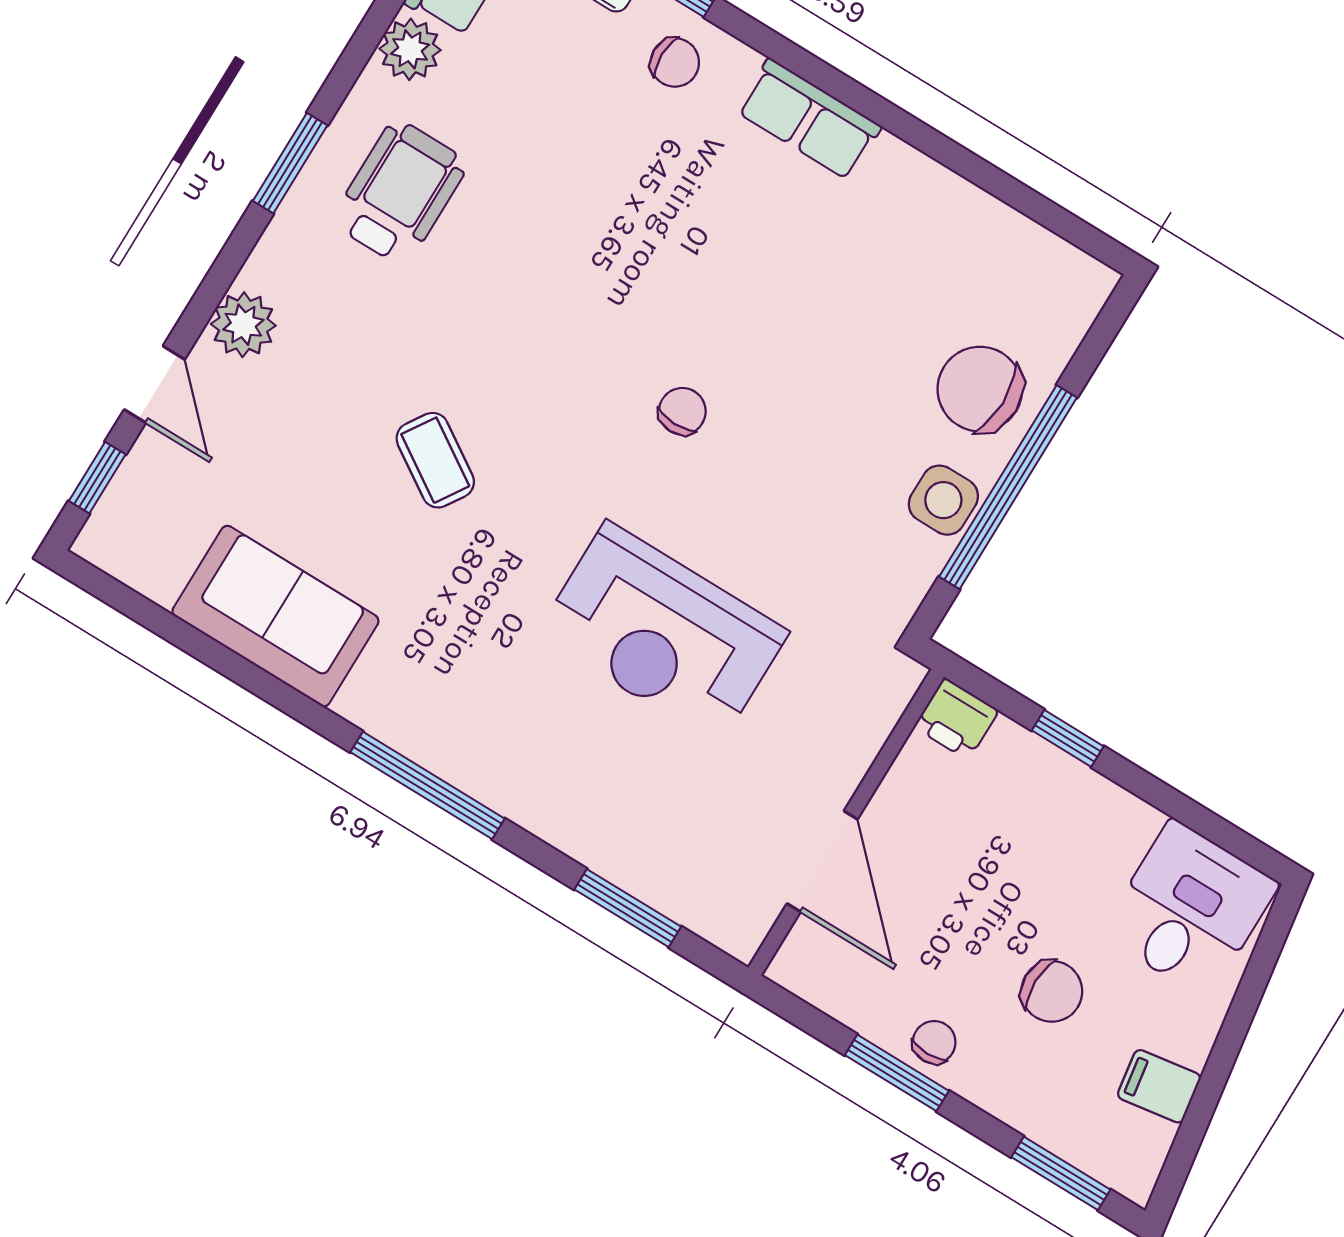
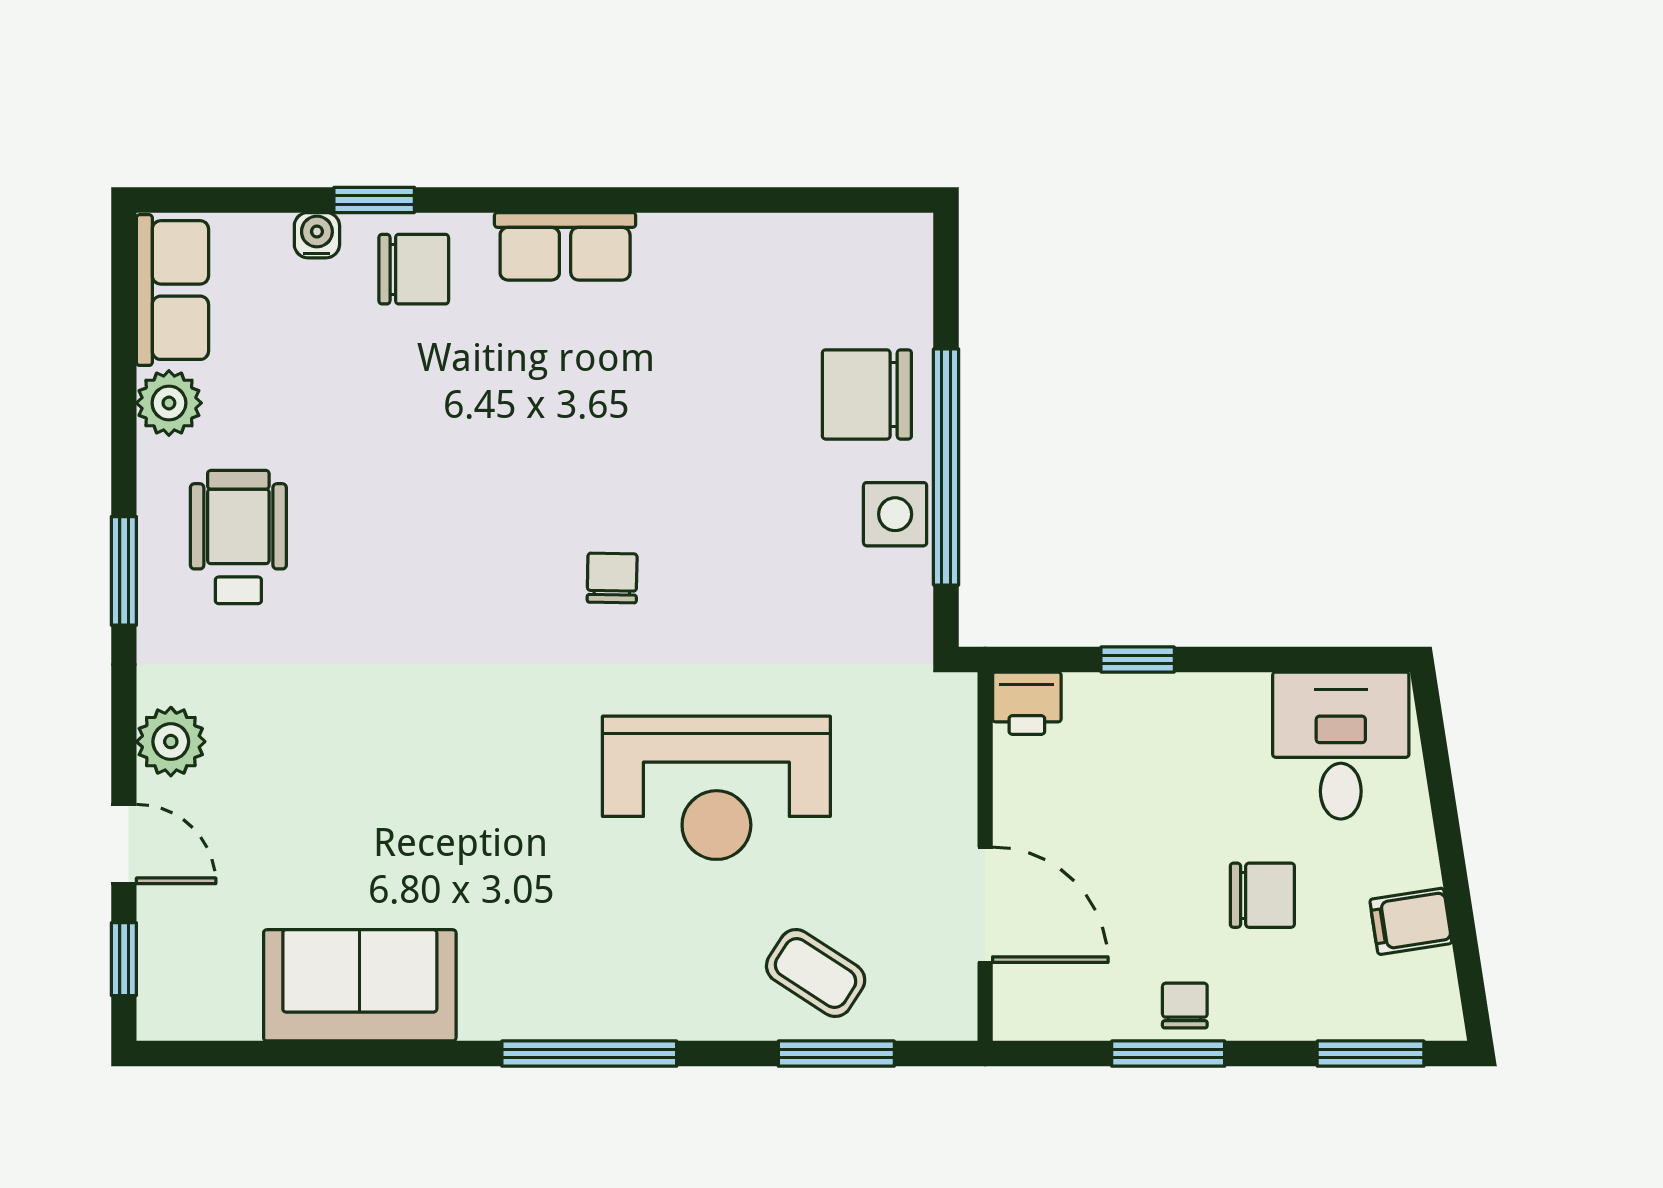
chair: (675, 62) -> (414, 269), width x1.37, depth x1.37
coffee table: (435, 460) -> (816, 973), moved

